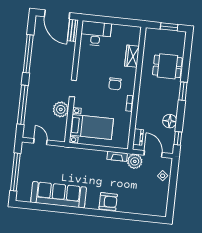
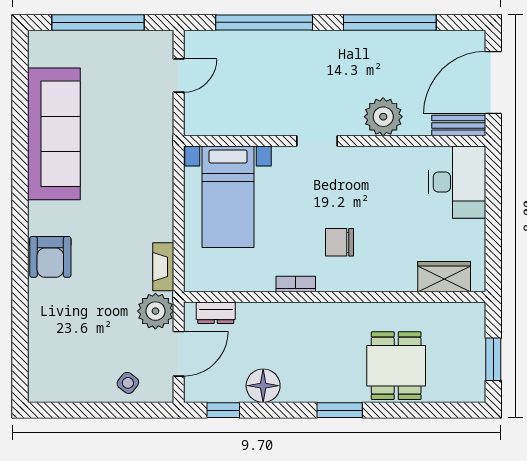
wardrobe: (132, 56) -> (444, 277), moved
plant: (61, 109) -> (383, 117), moved

